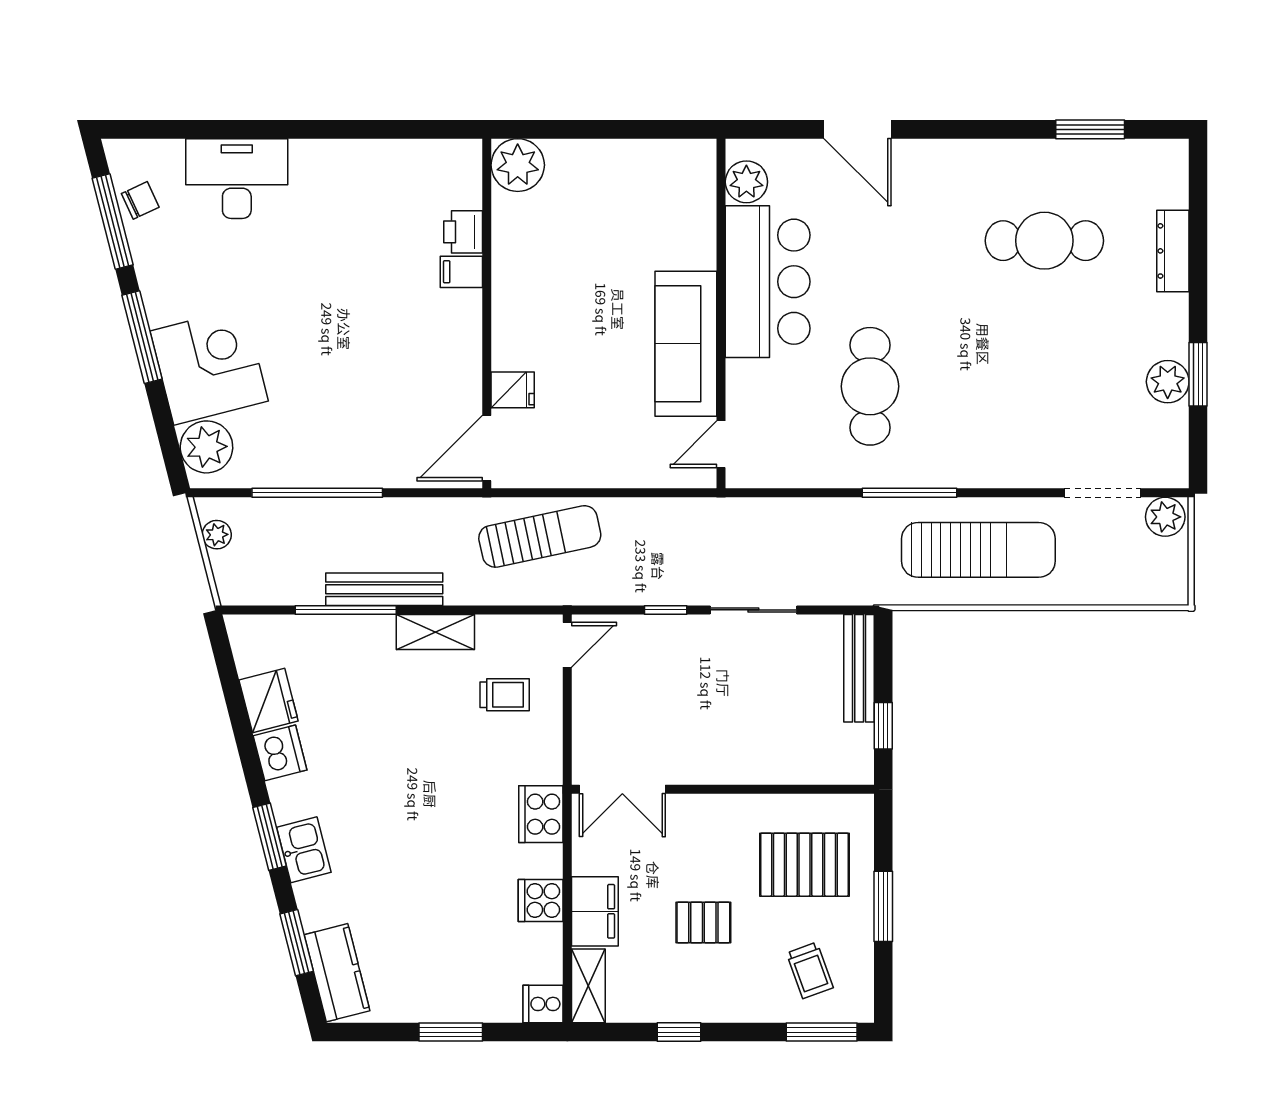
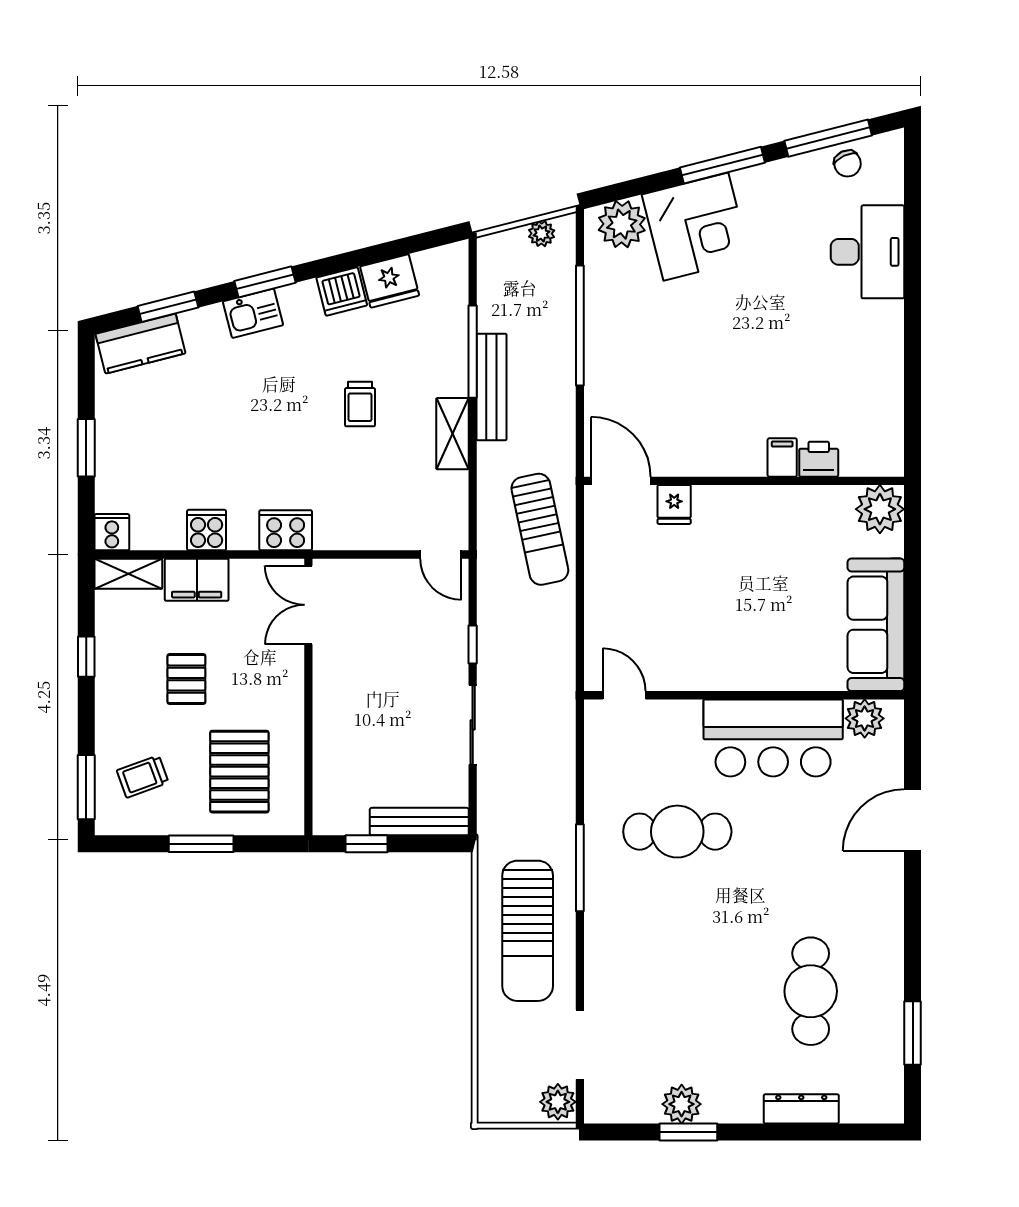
sofa: (686, 344) -> (876, 625), moved, turned -90
trolley: (505, 695) -> (360, 404), moved

